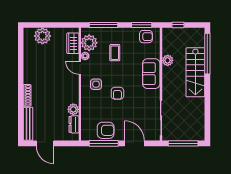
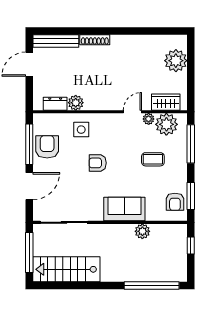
stairs: (195, 72) -> (66, 269), moved
side table: (96, 84) -> (81, 130), moved
armchair: (106, 130) -> (47, 147), turned 180

